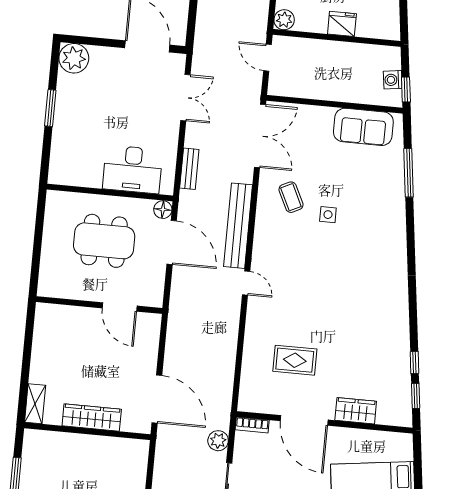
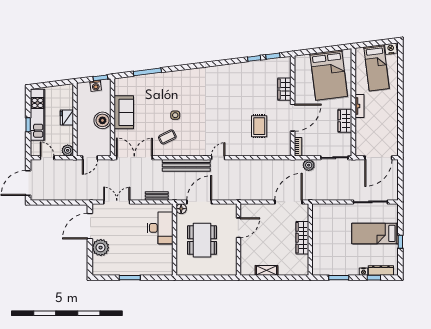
plant: (74, 58) -> (101, 248), moved
boiler: (331, 86) -> (102, 120), added
sofa: (363, 127) -> (124, 112), moved
shelving: (35, 404) -> (267, 270), moved

